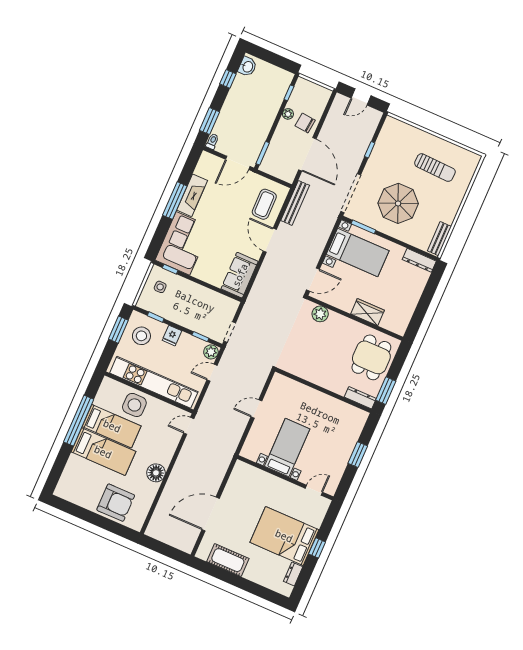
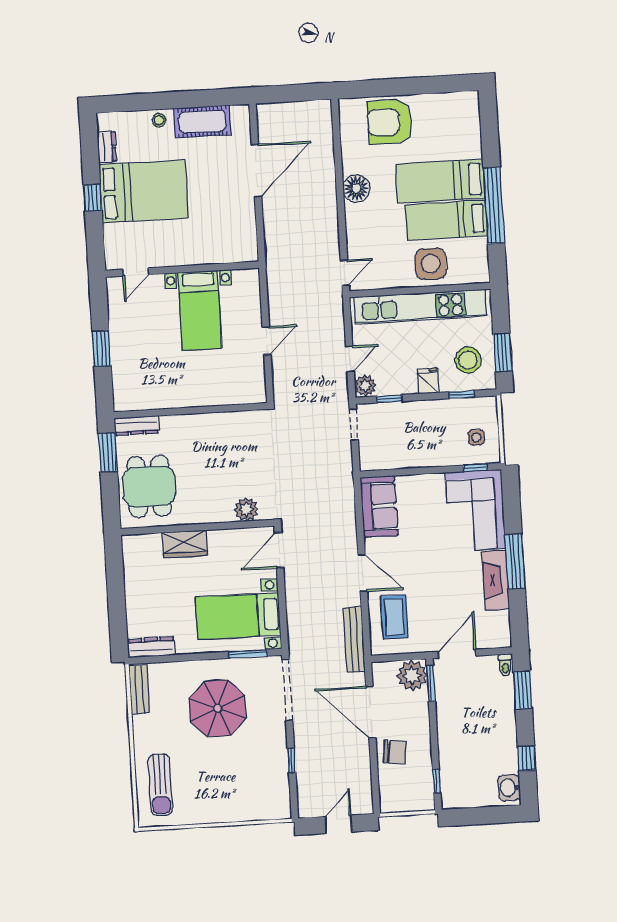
plant: (288, 114) -> (412, 676), moved, width x1.88, depth x1.88
sun lounger: (435, 168) -> (160, 785), moved, turned -92
stool: (254, 574) -> (159, 120), added

